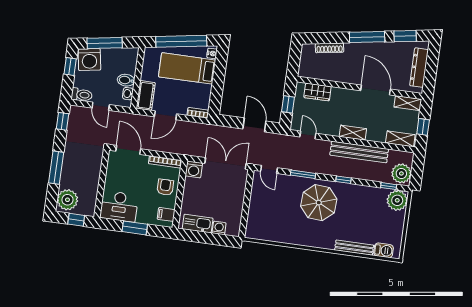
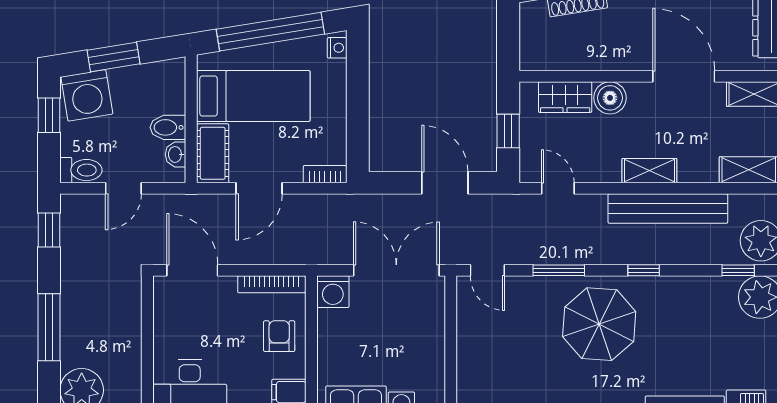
window: (105, 43) -> (114, 57), width x0.69
bed: (187, 68) -> (253, 96), moved, turned 180
boiler: (339, 95) -> (610, 98), added
door: (101, 106) -> (123, 188), hinge flipped

